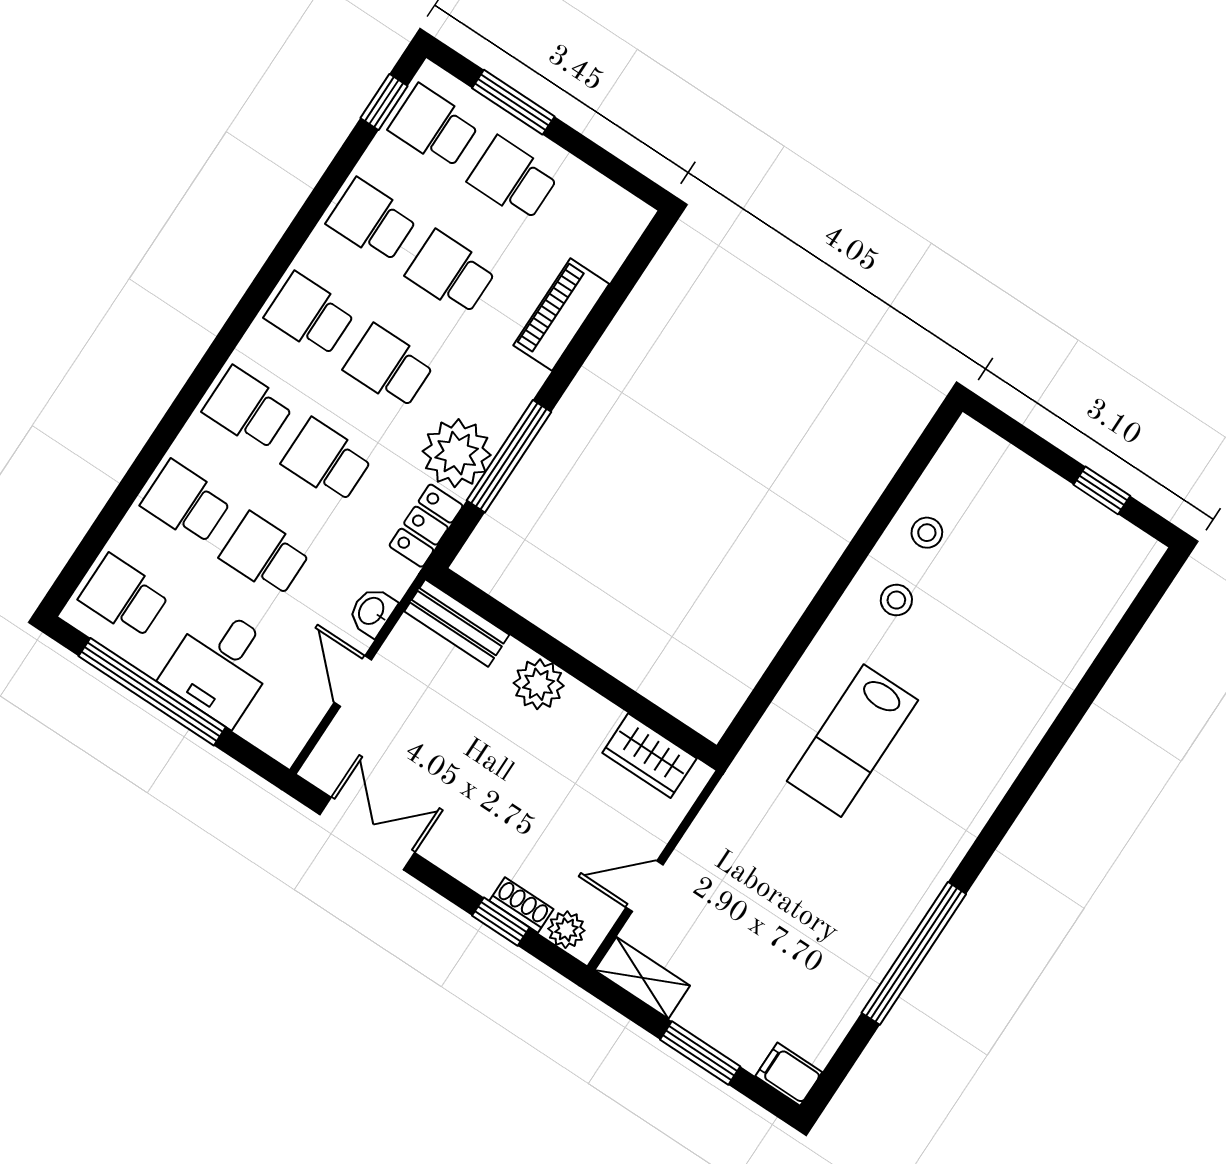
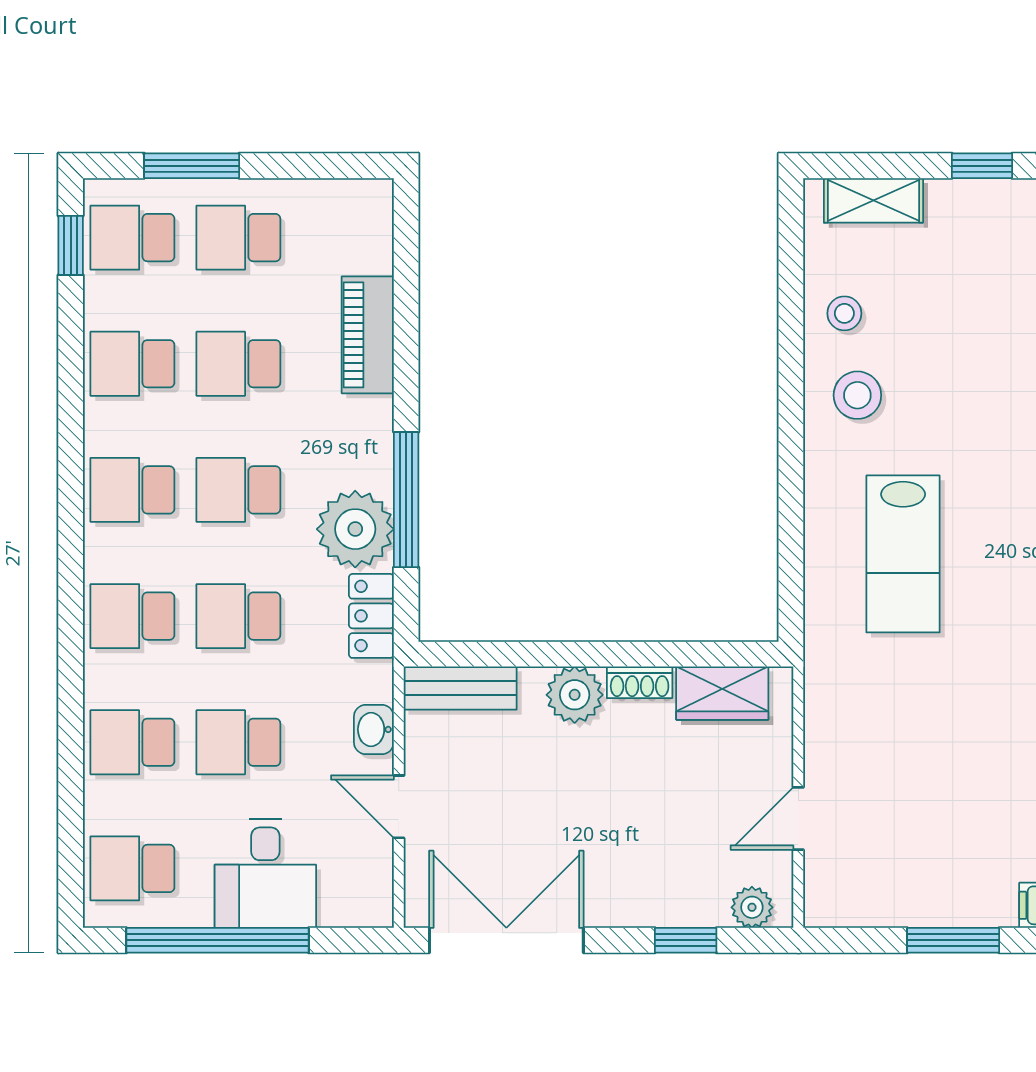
stool: (896, 600) -> (857, 395), width x1.37, depth x1.37
double door: (367, 834) -> (506, 940), width x1.37
shoe rack: (521, 905) -> (640, 682), moved, turned 180
shelving: (642, 978) -> (873, 200), moved

